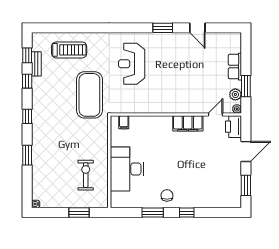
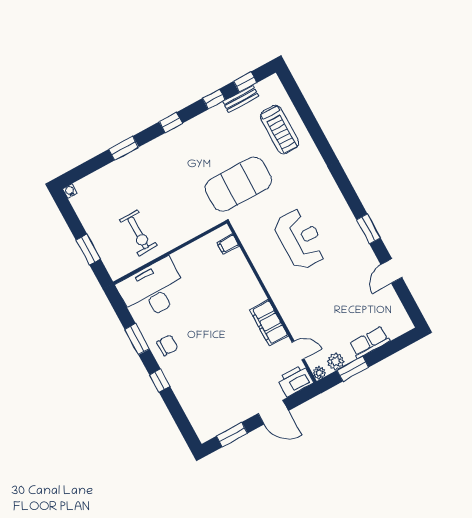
reception desk: (132, 64) -> (300, 239), moved, turned 90
desk: (127, 169) -> (153, 290), moved
exercise bike: (86, 175) -> (138, 233), turned 90

